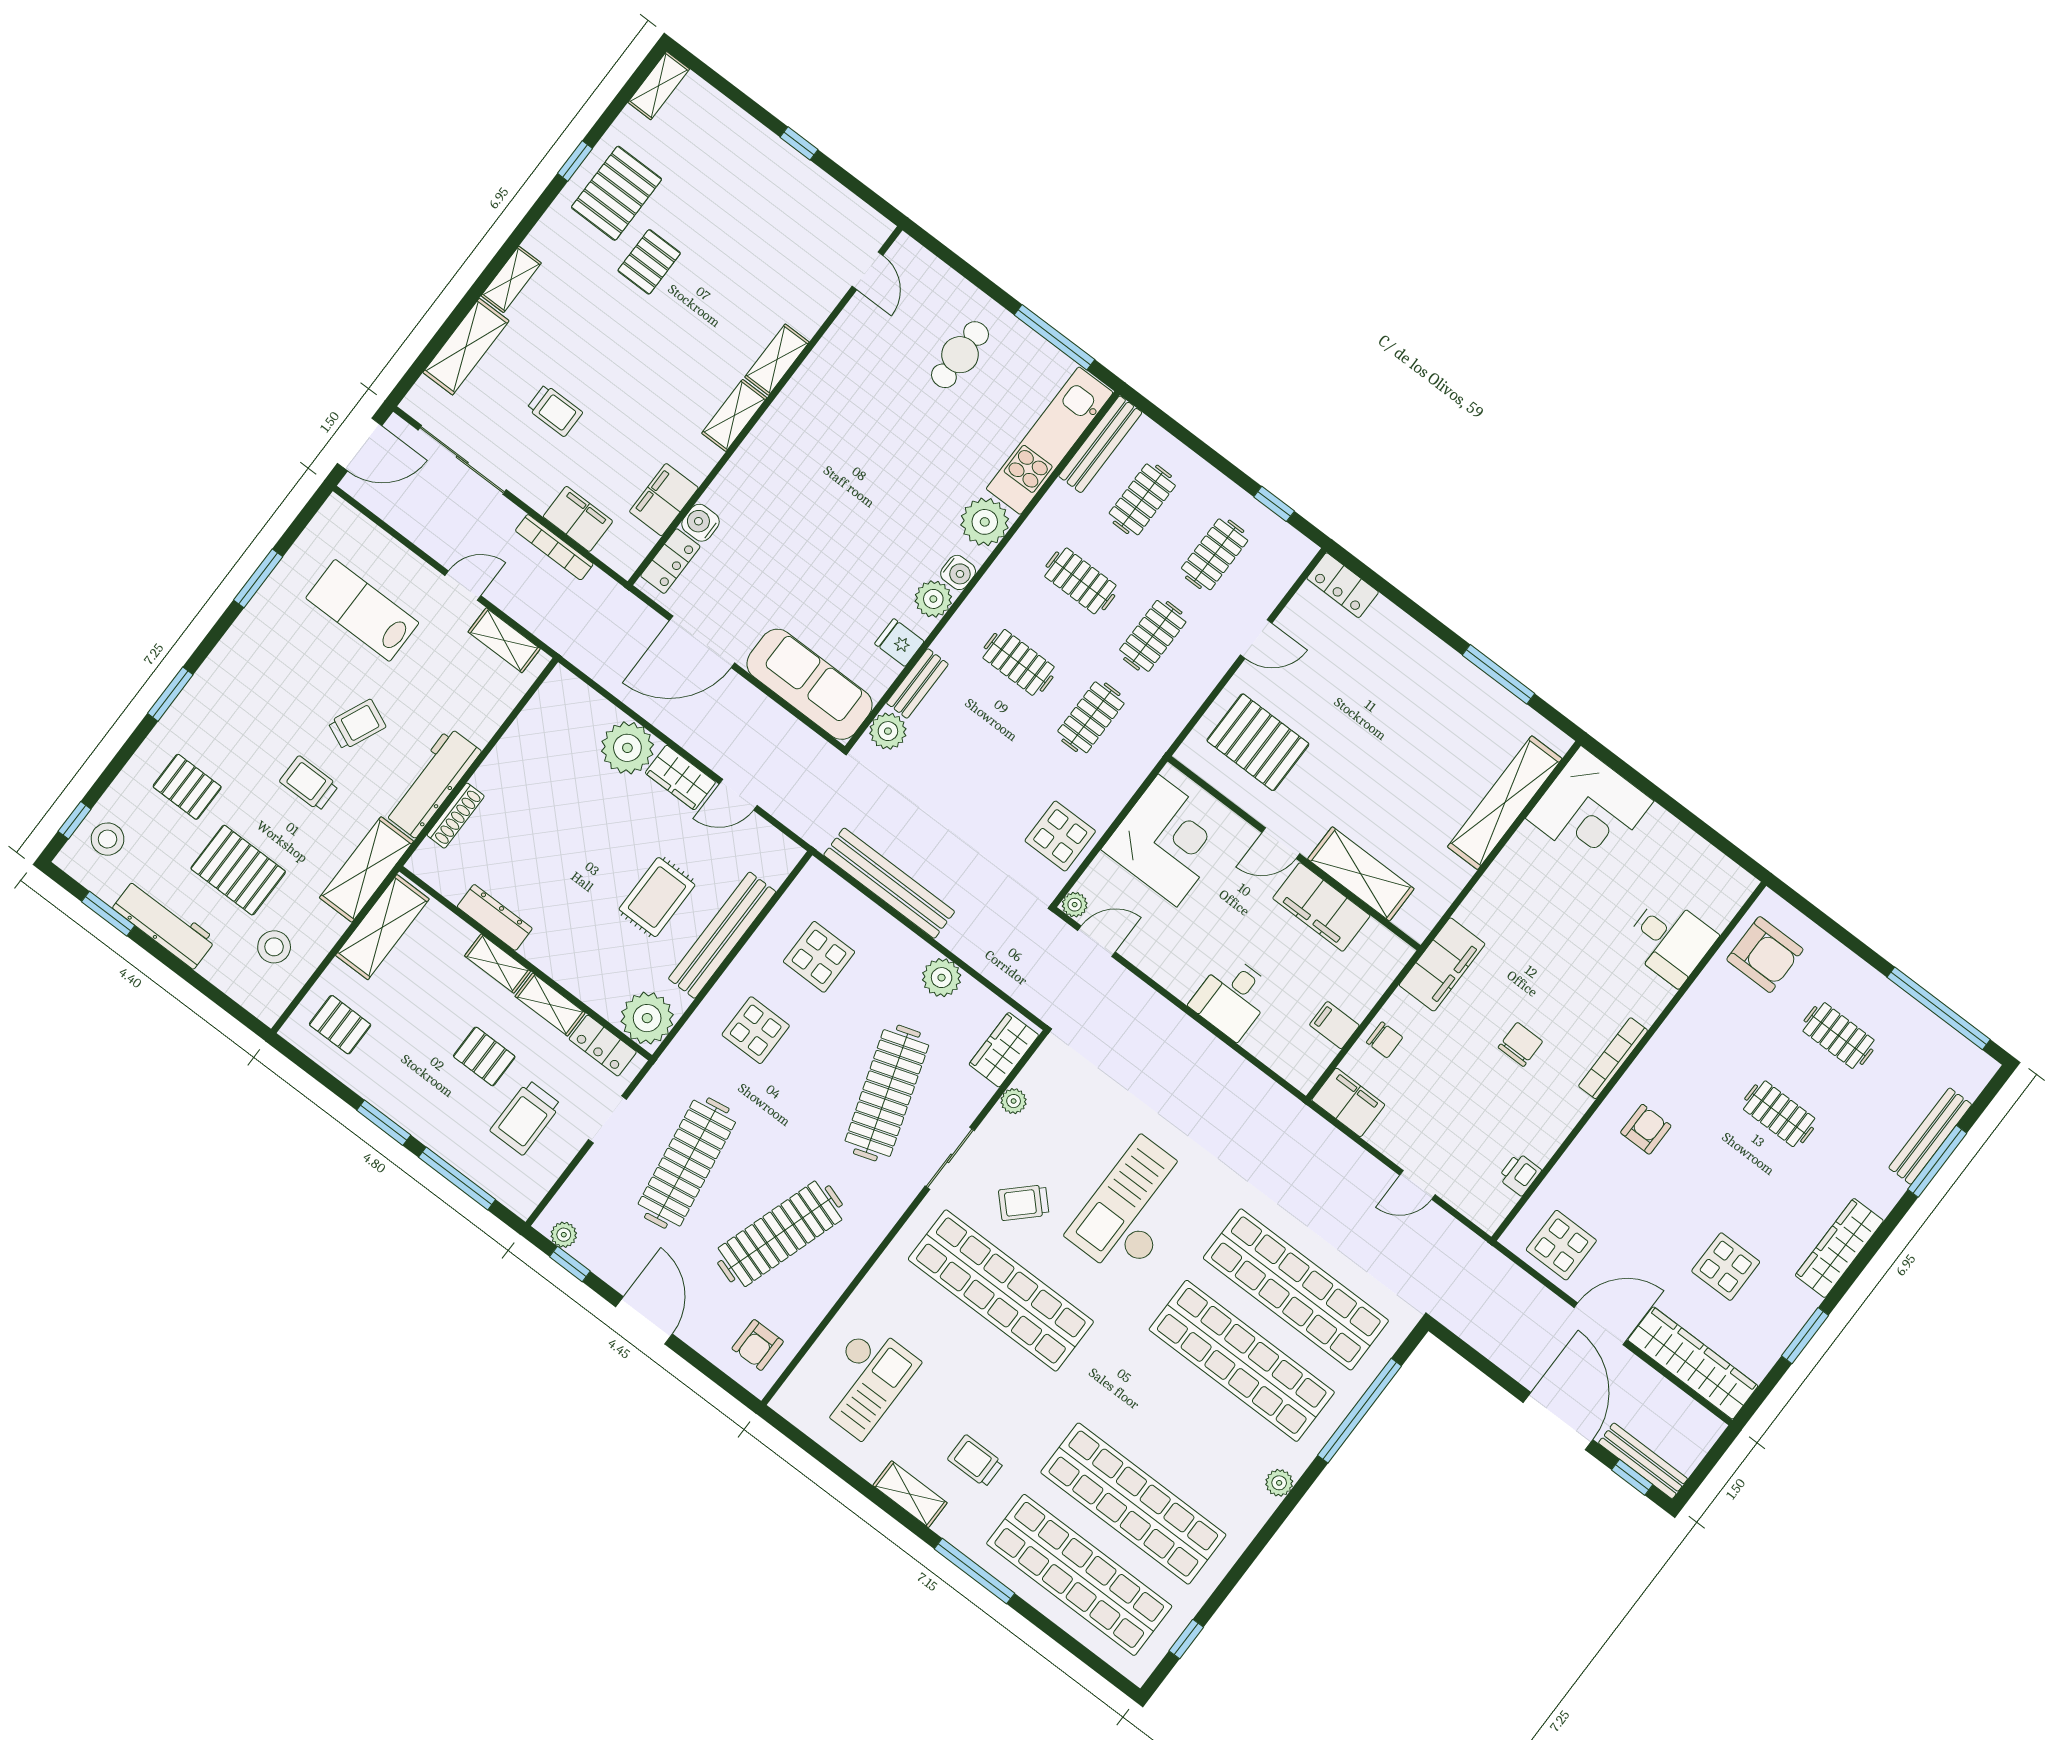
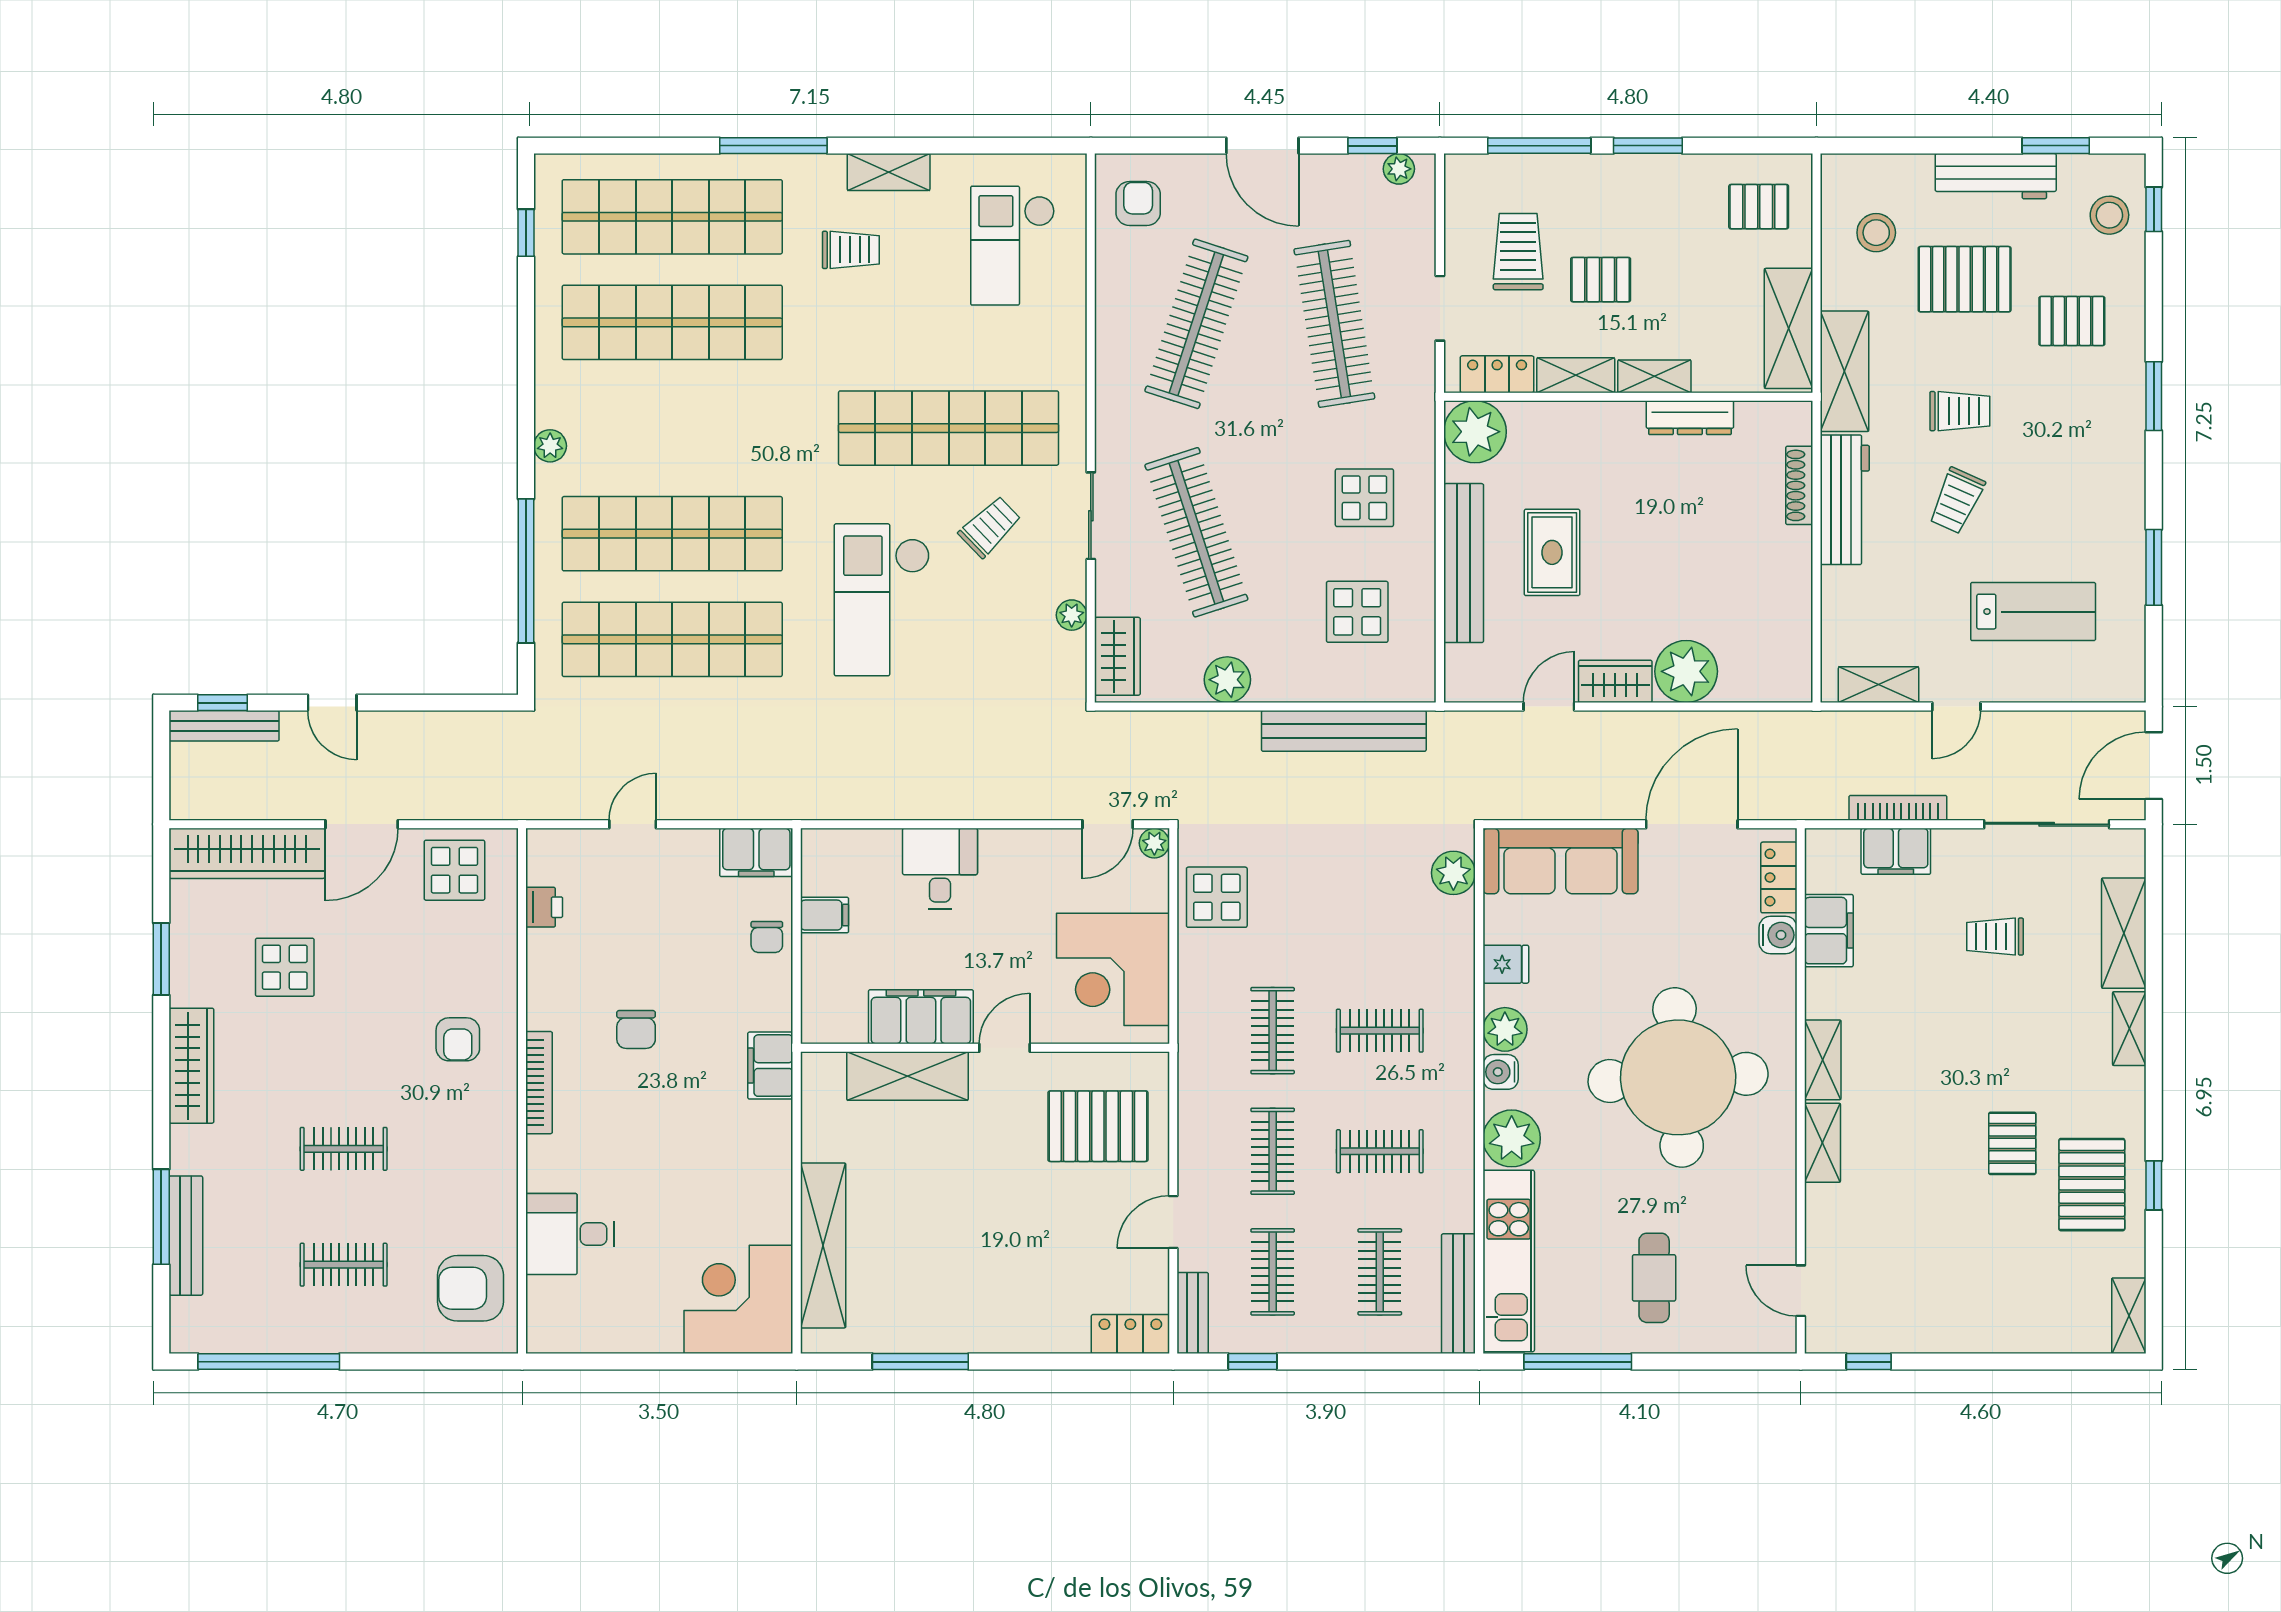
window: (799, 143) -> (1869, 1362), moved
round table: (841, 478) -> (1678, 1077), added
bench: (917, 684) -> (1193, 1313), moved
filing cabinet: (1442, 964) -> (770, 1066), width x0.67, depth x0.86
chair: (1385, 1040) -> (767, 937), turned -90
checkout: (1134, 1209) -> (882, 600), turned 180
door: (1558, 1421) -> (332, 703), width x0.53

